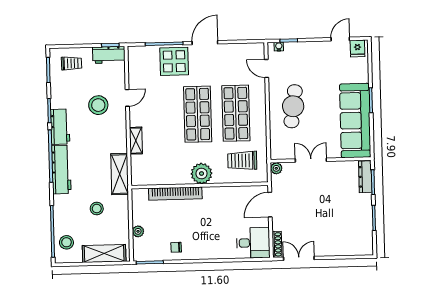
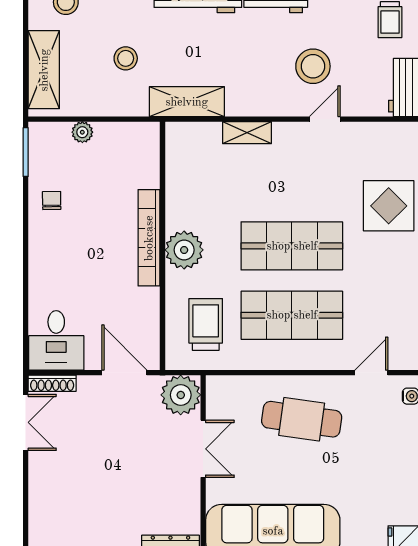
door: (127, 98) -> (325, 119), swing flipped
plant: (276, 168) -> (181, 395), width x1.88, depth x1.88
bookcase: (175, 194) -> (149, 238), moved

